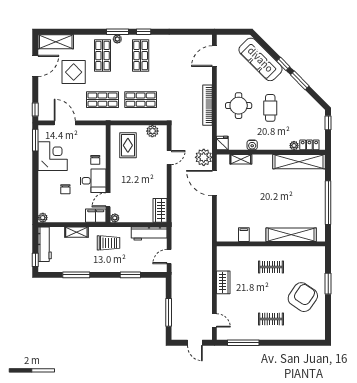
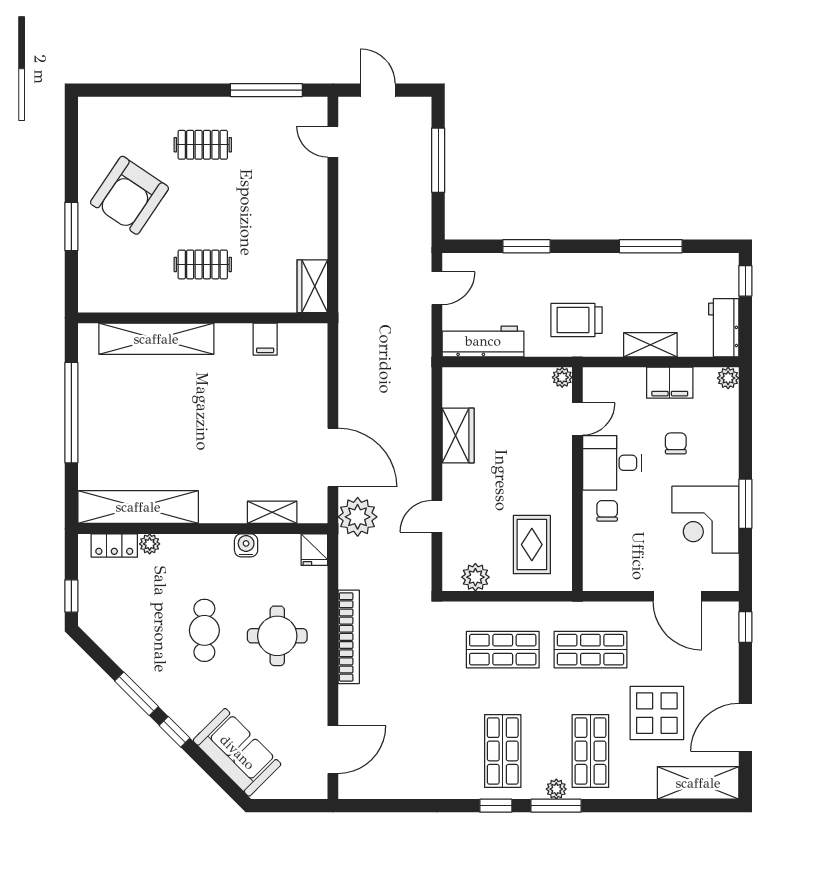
sofa: (261, 59) -> (237, 752), width x0.73
window: (35, 140) -> (745, 504), moved
wardrobe: (160, 210) -> (458, 435), moved
filing cabinet: (96, 216) -> (670, 383), moved
workbench: (45, 244) -> (724, 328), width x0.73
wardrobe: (223, 282) -> (312, 286), moved

